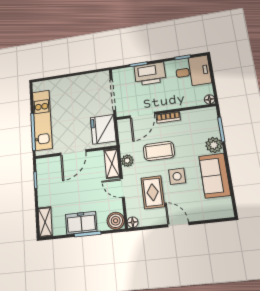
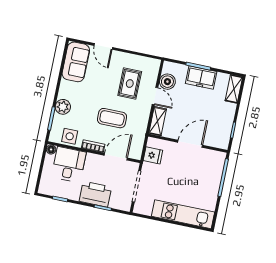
desk: (193, 71) -> (69, 165), moved, turned 90
kitchen unit: (42, 120) -> (183, 214), moved, turned 90
fridge: (103, 129) -> (153, 155), width x0.53, depth x0.75
plant: (127, 161) -> (143, 119), removed
side table: (177, 176) -> (70, 136), moved
sofa: (215, 176) -> (76, 62), moved
boiler: (116, 221) -> (167, 82), moved
floor lamp: (133, 222) -> (155, 64), removed
door: (178, 225) -> (103, 46), moved

